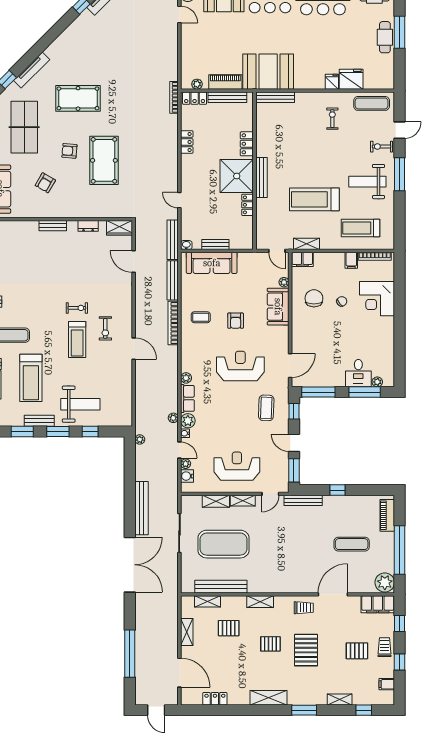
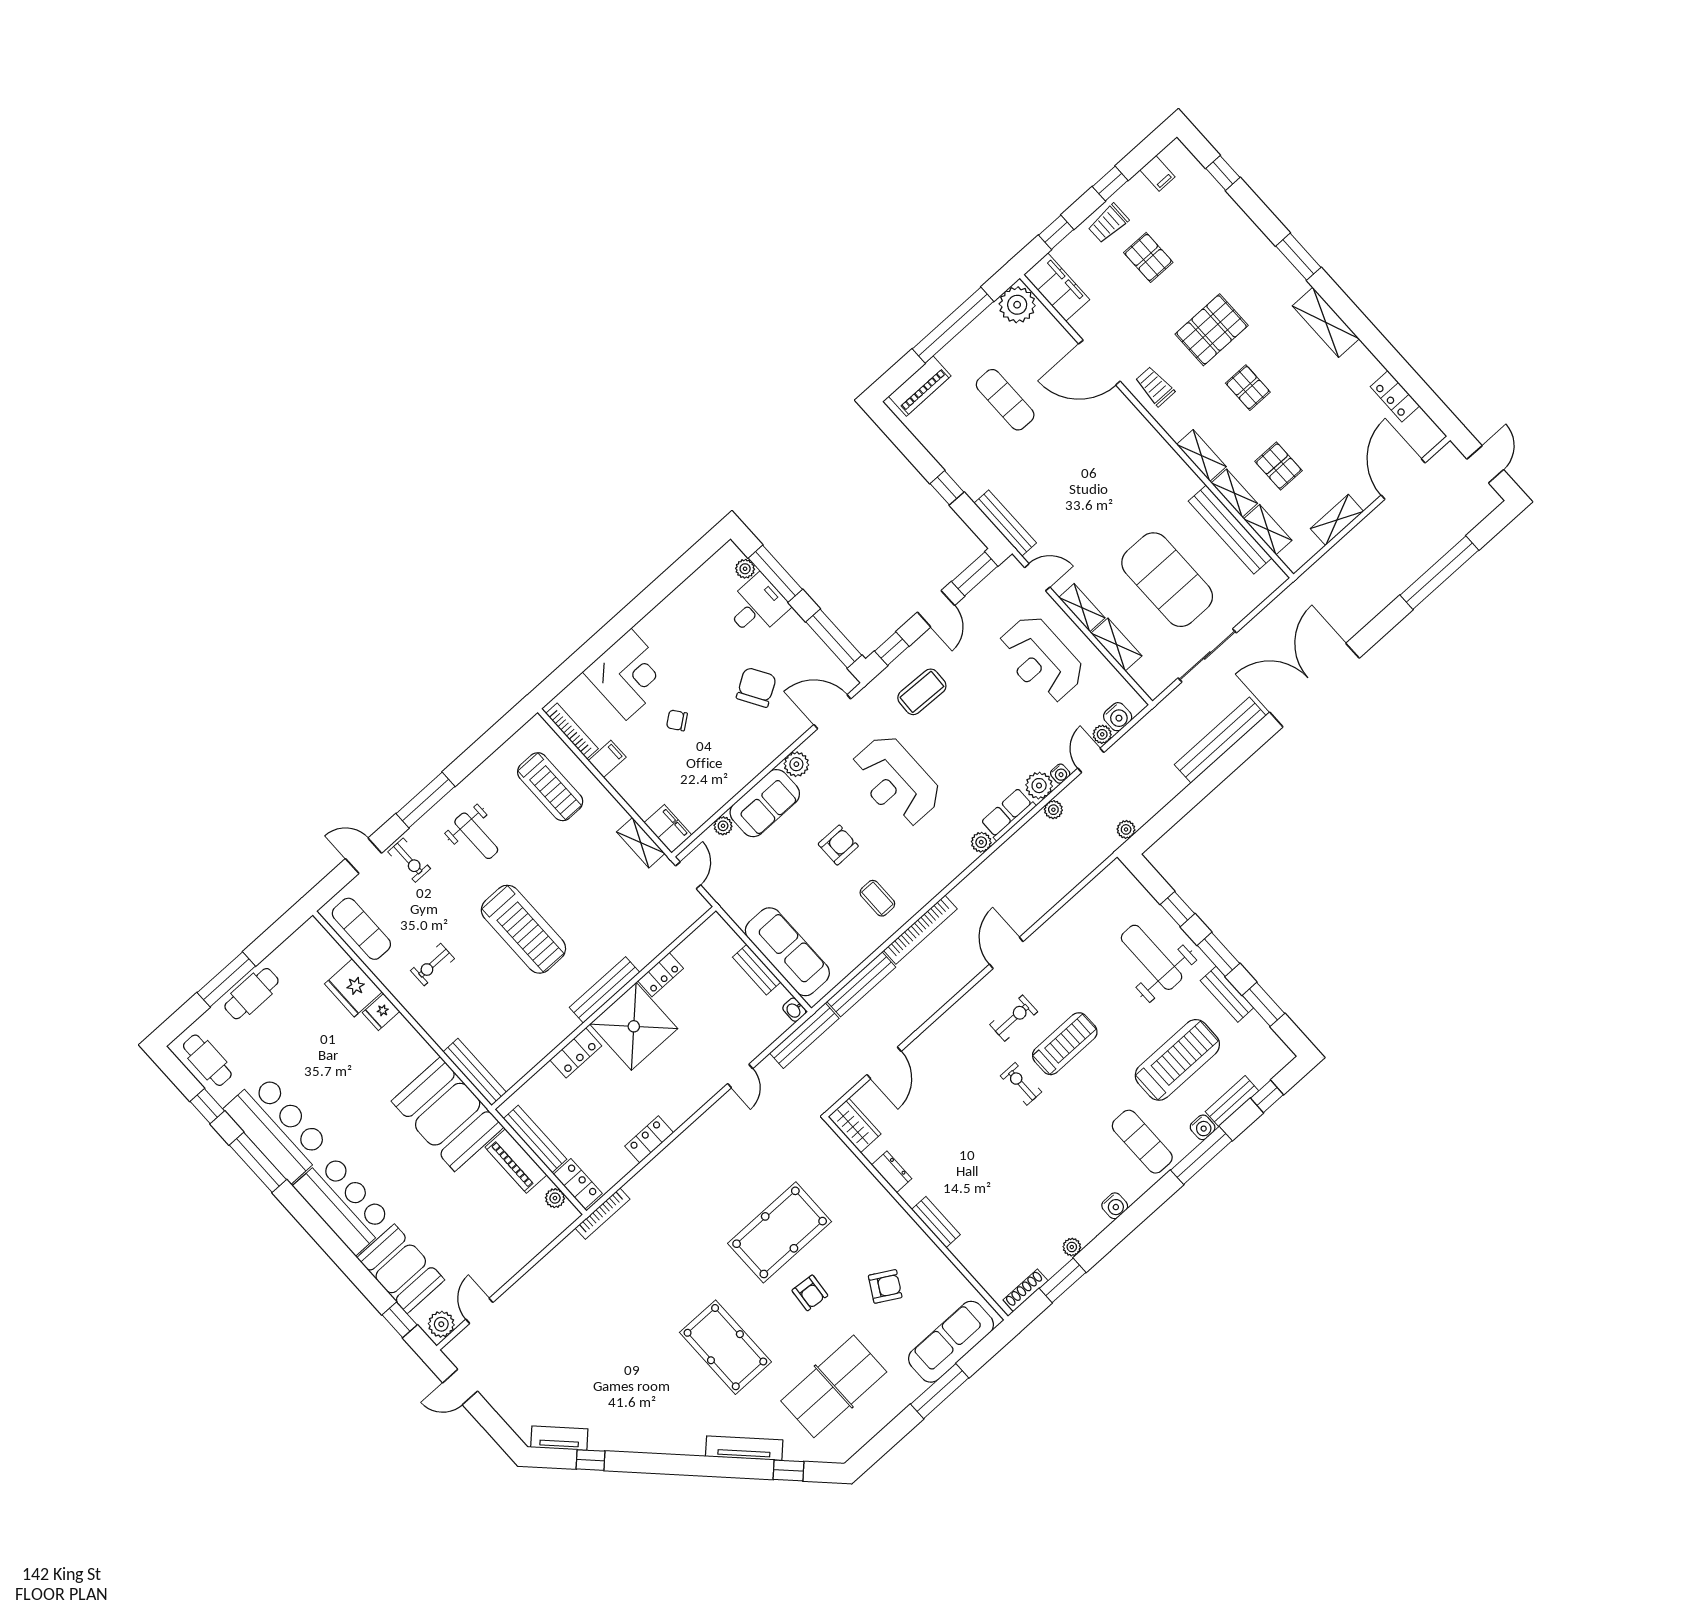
weight bench: (367, 182) -> (476, 836), width x0.73, depth x0.75
treadmill: (314, 199) -> (523, 929), moved
chair: (314, 298) -> (756, 687), moved, turned 149
plant: (282, 333) -> (796, 764), added
shelving: (340, 699) -> (1234, 493), moved

